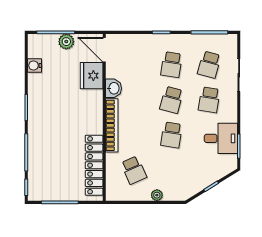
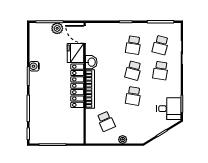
water cooler: (35, 66) -> (34, 66), moved
desk: (221, 138) -> (169, 109), moved
locker: (94, 165) -> (77, 86), moved

